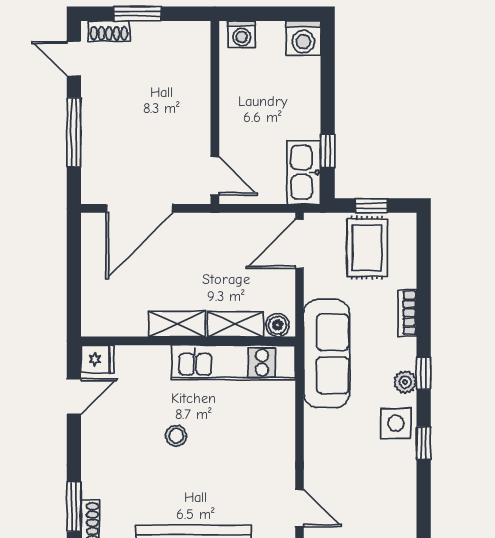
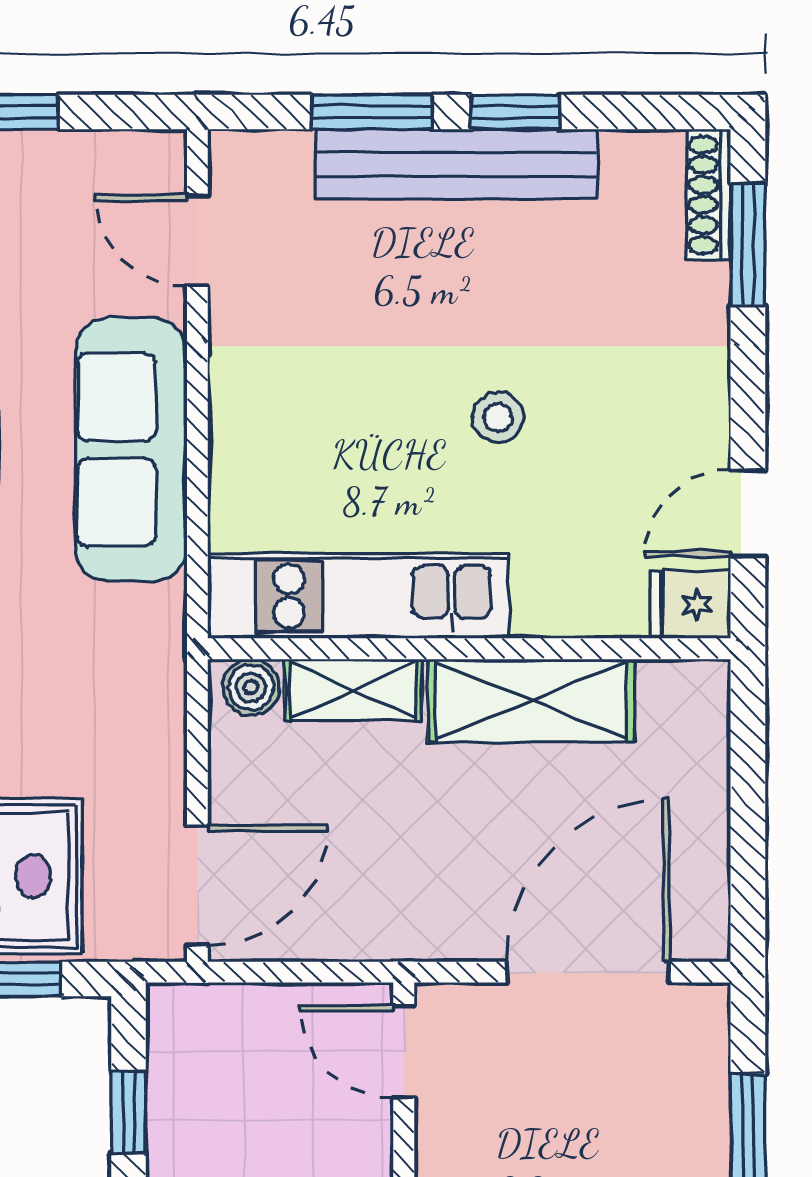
kitchen sink: (304, 172) -> (187, 1060), removed
shelving: (177, 324) -> (531, 700), width x1.50, depth x1.33
sofa: (327, 354) -> (131, 450), moved

